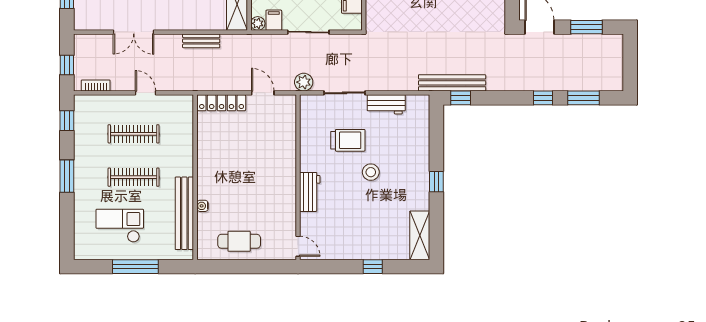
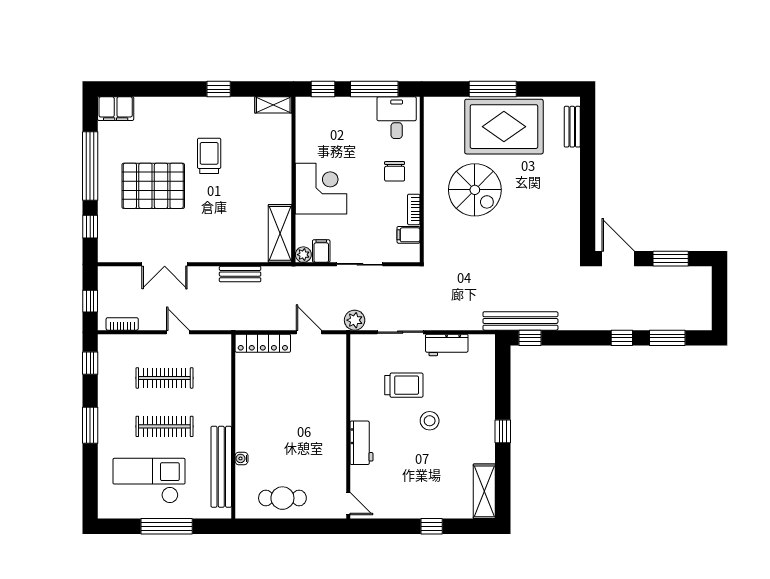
checkout: (120, 226) -> (149, 481), width x1.36, depth x1.21

